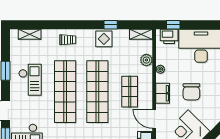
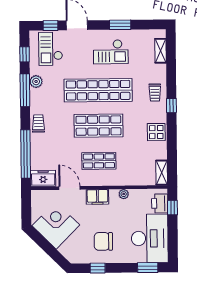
window: (111, 25) -> (171, 105), moved
plant: (146, 60) -> (134, 179), removed
shop shelf: (97, 92) -> (98, 126), width x0.71
chair: (191, 92) -> (103, 241), moved
door: (154, 119) -> (69, 188), hinge flipped

